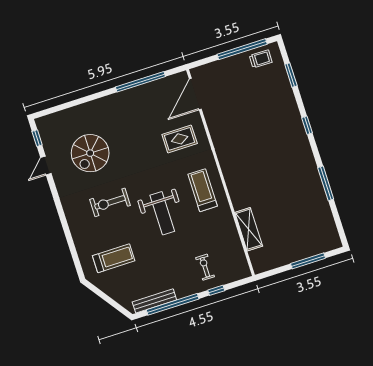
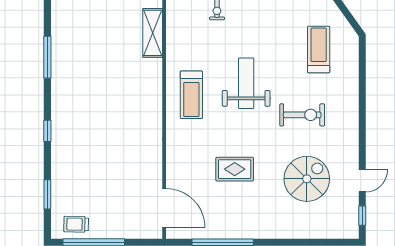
door: (195, 94) -> (164, 208), hinge flipped
rug: (180, 139) -> (235, 169), moved
treadmill: (114, 258) -> (319, 49), turned 90

